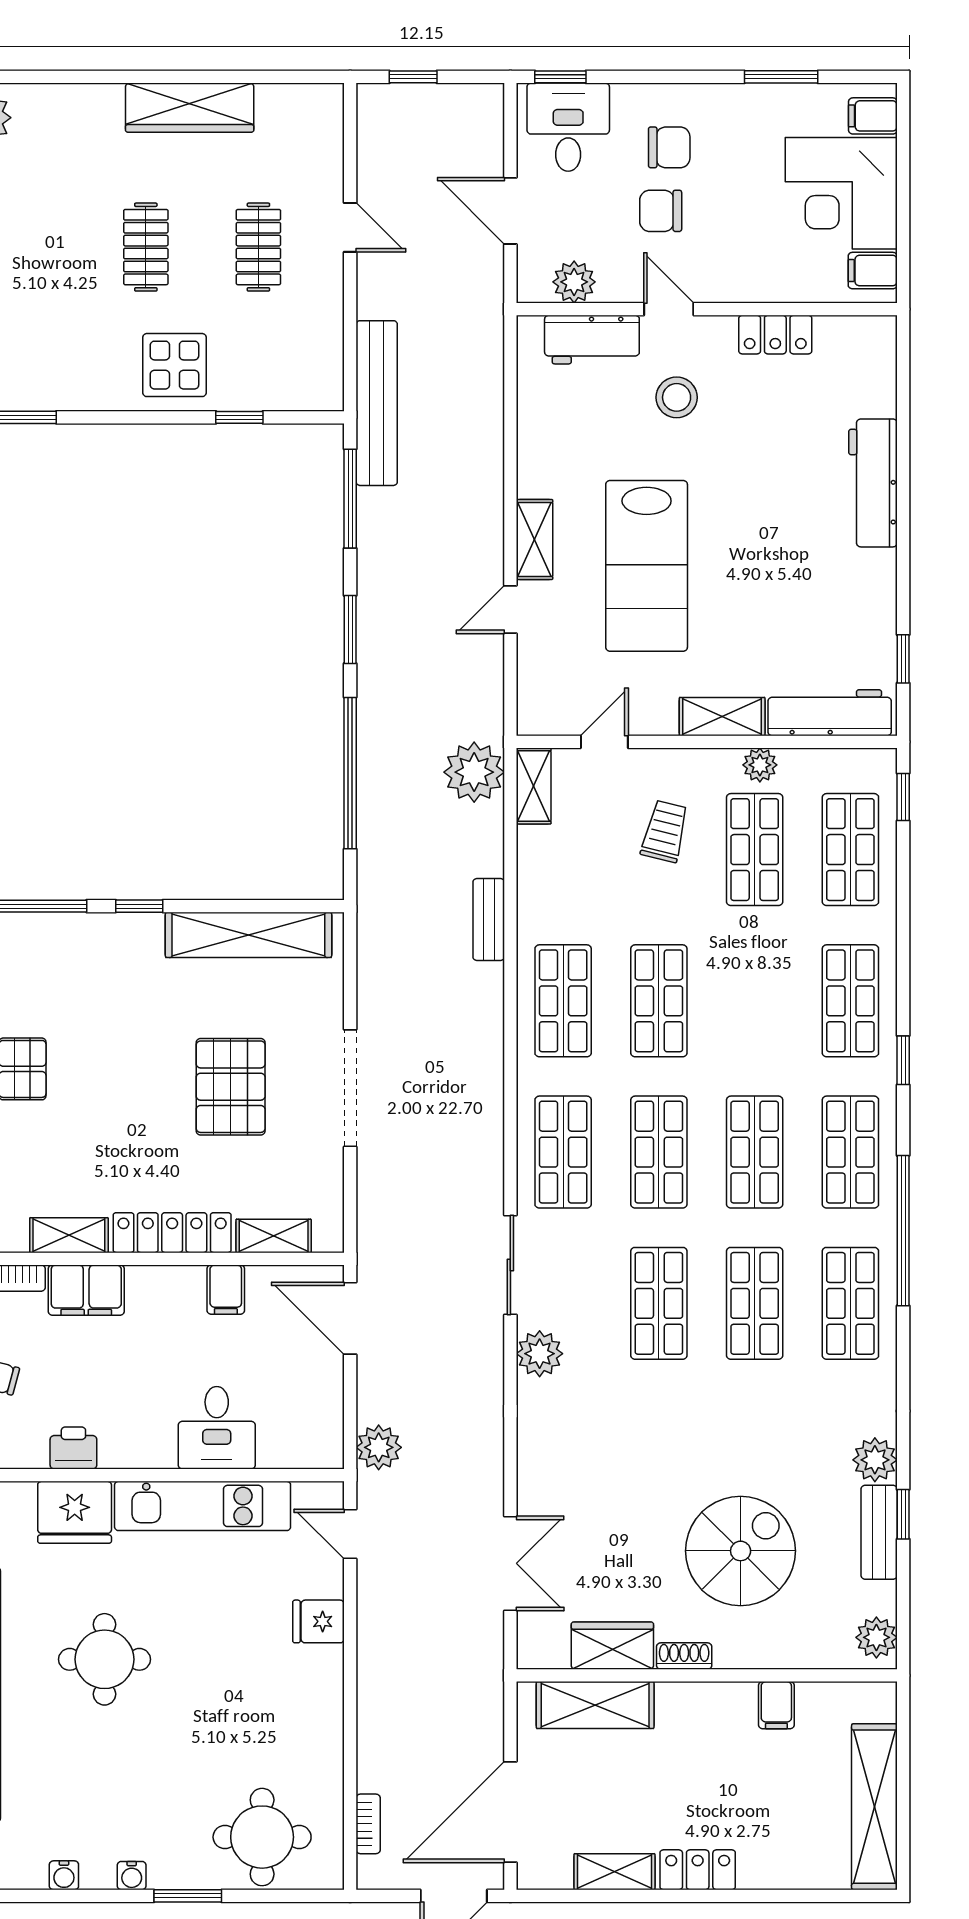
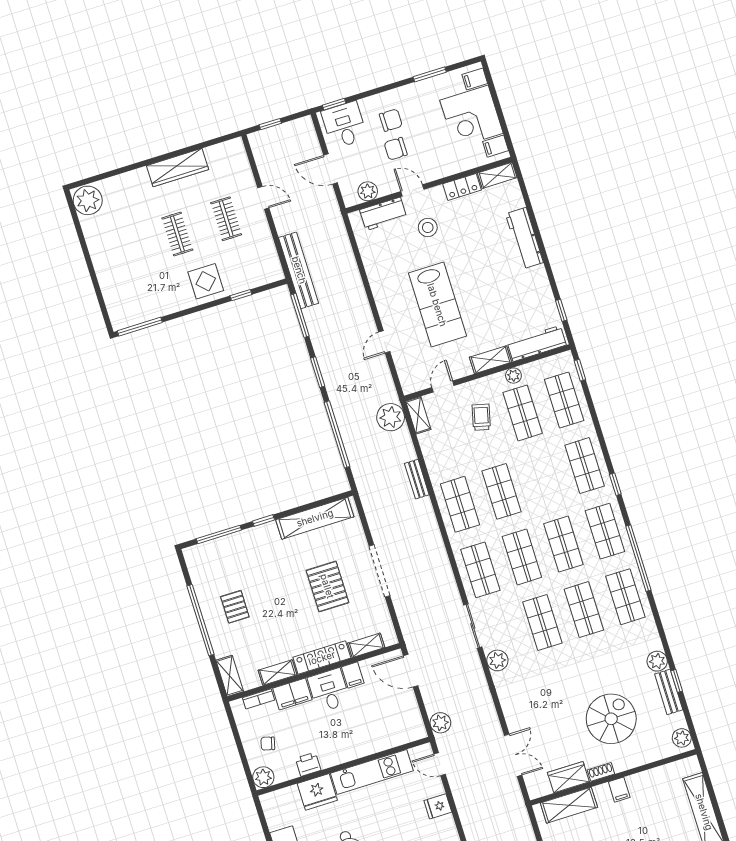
shelving: (534, 540) -> (497, 175), moved, turned 90
desk: (217, 1428) -> (329, 690), moved, turned 180
filing cabinet: (776, 1705) -> (619, 790), moved

